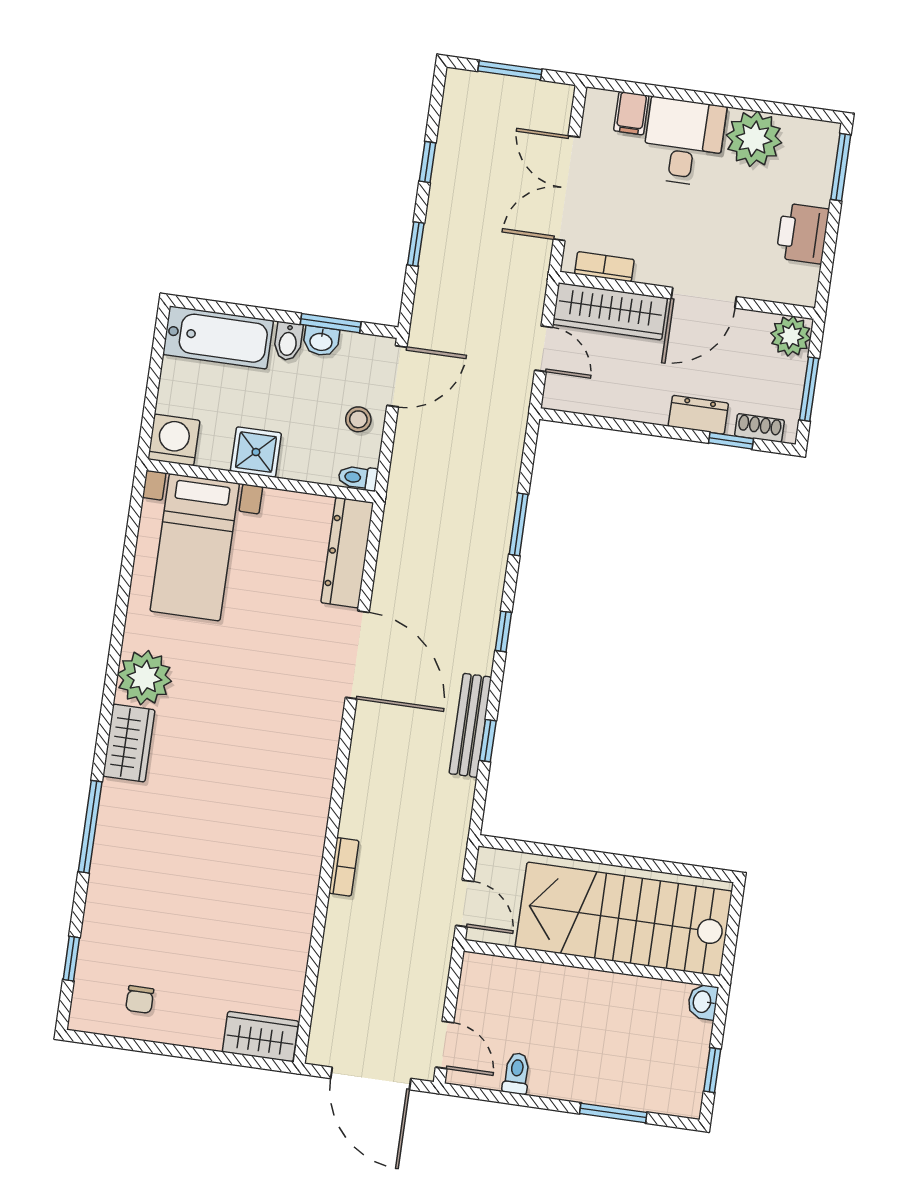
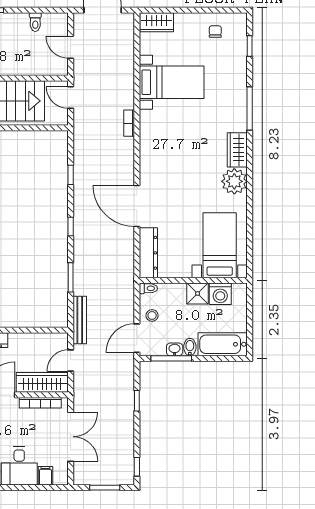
window: (427, 162) -> (137, 467), moved
bookcase: (604, 267) -> (40, 403), width x1.56
window: (331, 323) -> (171, 358), width x1.44
door: (544, 349) -> (71, 361), hinge flipped
washing machine: (174, 440) -> (220, 294), moved
bench: (470, 725) -> (80, 320), moved
bookcase: (344, 867) -> (129, 123), moved
bed with nightstands: (247, 905) -> (172, 82), added
door: (445, 1045) -> (71, 47), moved

